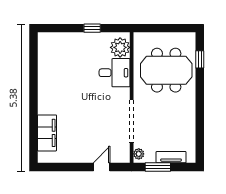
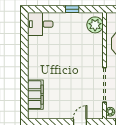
desk: (115, 73) -> (40, 24), moved, turned 180

